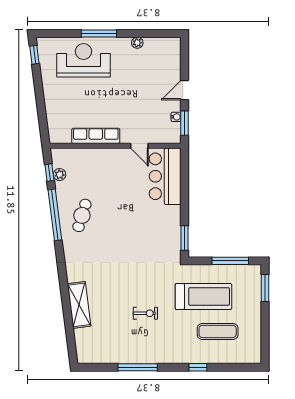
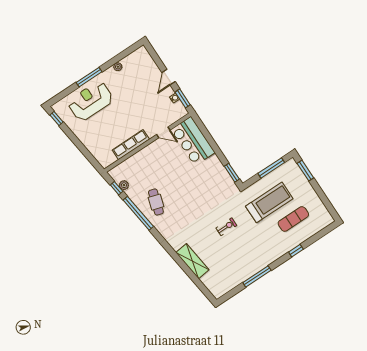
exercise bike: (145, 313) -> (226, 227), moved

